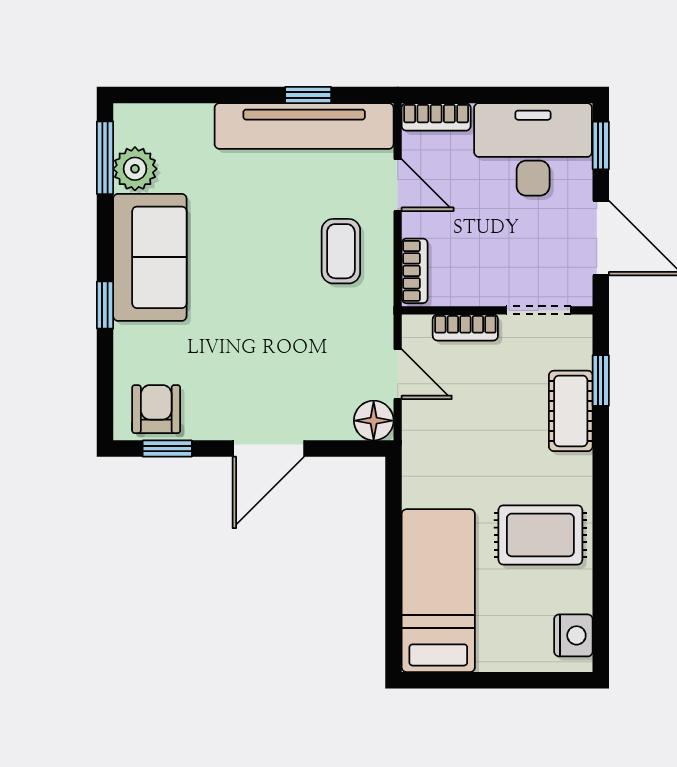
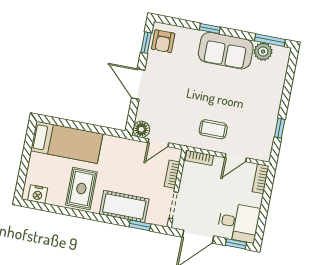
tv unit: (304, 126) -> (267, 124), removed
desk: (533, 149) -> (238, 222), width x0.73
armchair: (156, 409) -> (163, 41), turned 90
cot: (571, 411) -> (124, 206), width x1.37, depth x1.34

